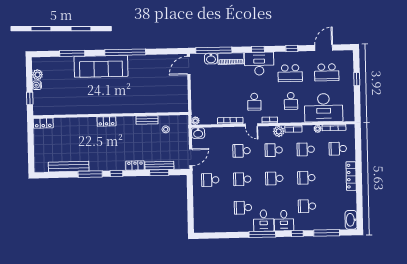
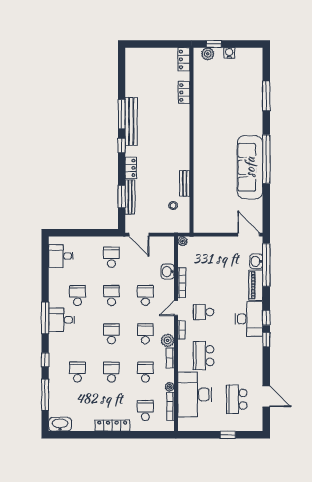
window: (292, 48) -> (266, 340), moved
sofa: (101, 66) -> (250, 167), moved
school desk: (290, 73) -> (237, 356), removed
plant: (37, 75) -> (208, 54), moved
school desk: (291, 101) -> (204, 356), width x1.85
locker: (106, 121) -> (184, 92), moved
washbasin: (198, 133) -> (168, 272), moved
bench: (69, 167) -> (131, 121), moved
desk: (284, 221) -> (61, 256), moved

